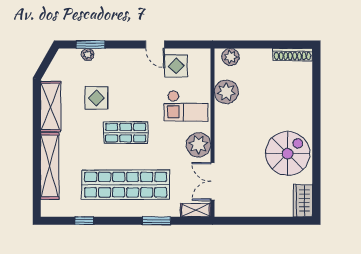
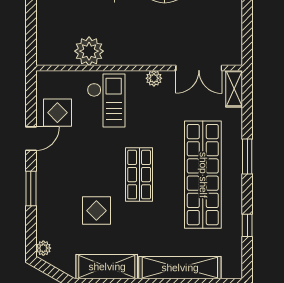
window: (91, 44) -> (31, 188), moved
plant: (88, 55) -> (43, 248), moved
plant: (230, 57) -> (46, 46), removed
plant: (198, 145) -> (154, 78), width x0.53, depth x0.53
window: (156, 221) -> (247, 157), moved

